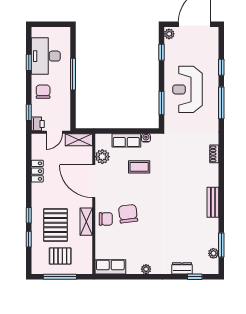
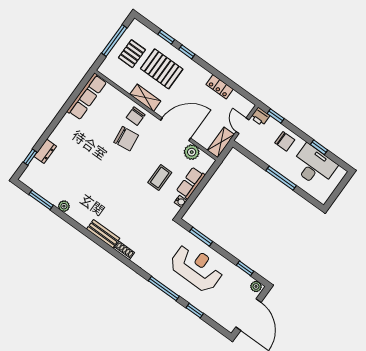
bench: (213, 202) -> (103, 234), moved
plant: (213, 253) -> (64, 206), moved
row of seats: (110, 267) -> (87, 97), width x1.48
plant: (146, 269) -> (67, 120), removed

